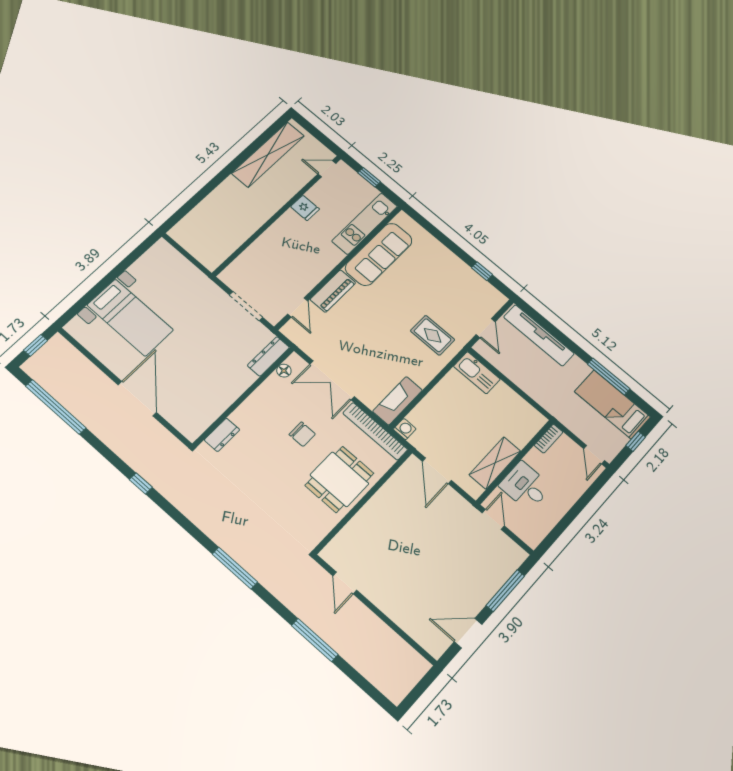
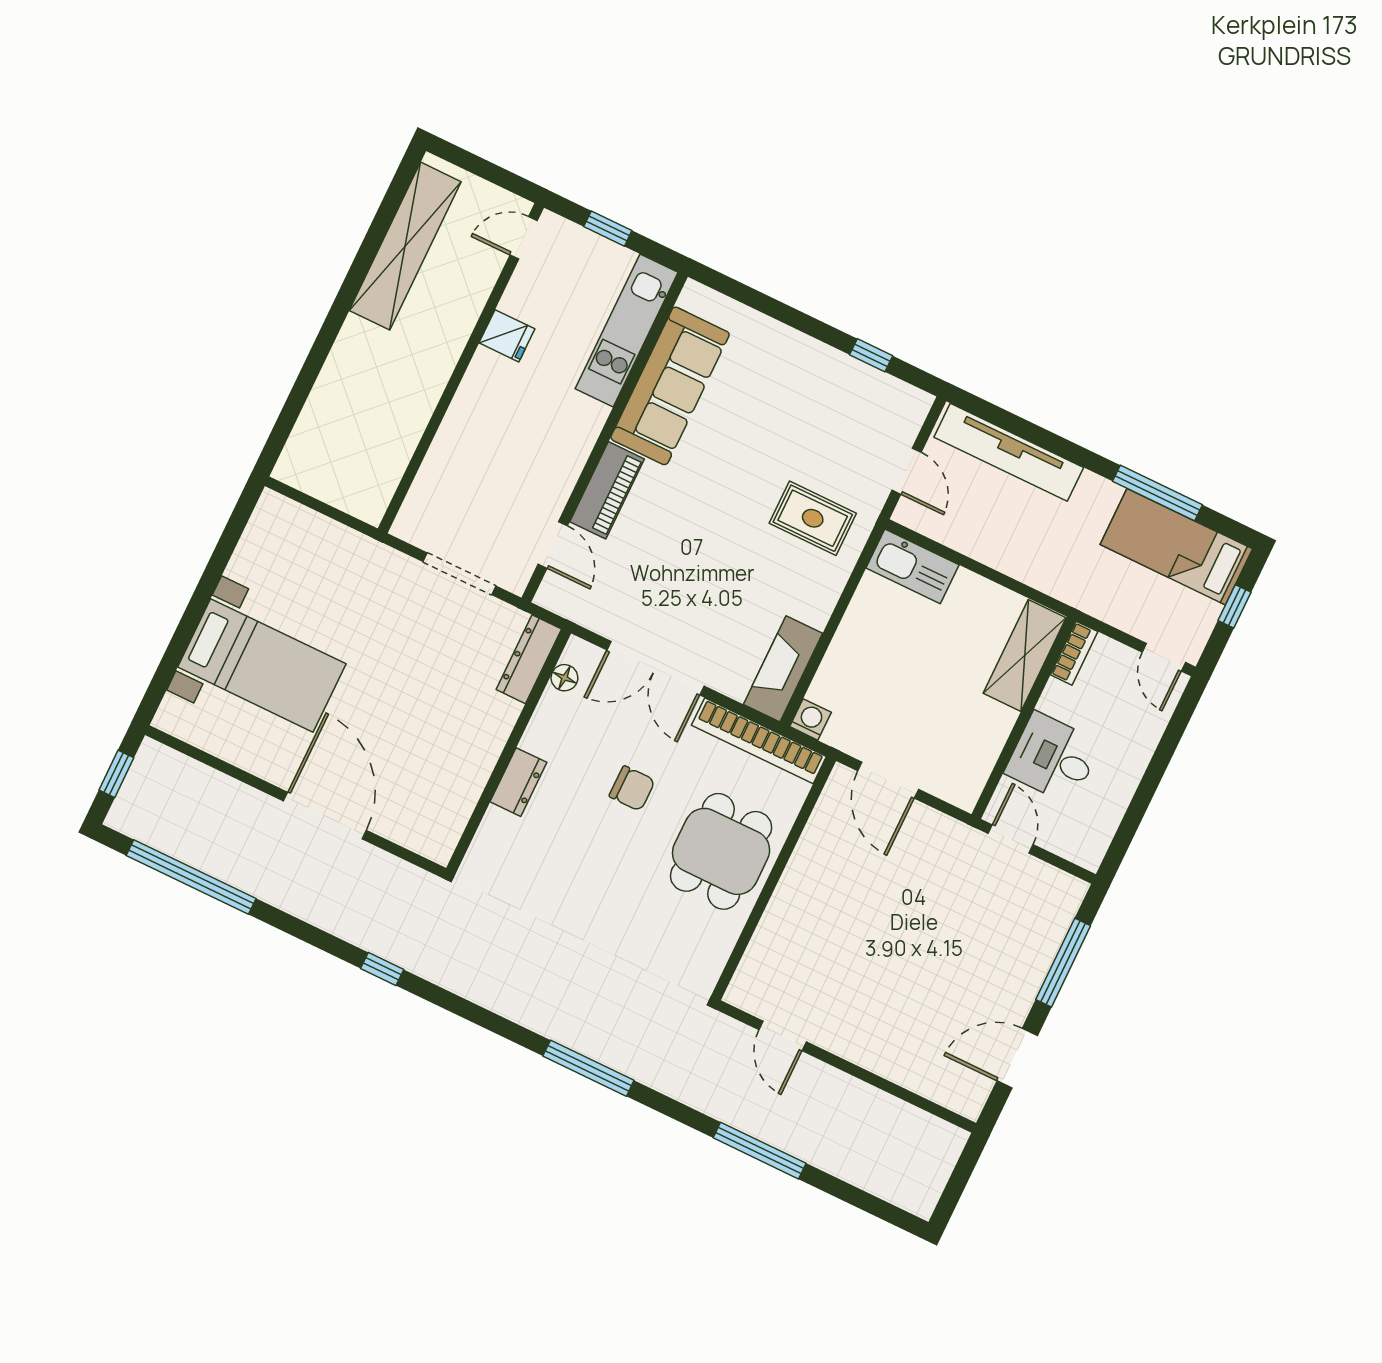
dresser: (222, 435) -> (518, 782), moved
shelving: (495, 463) -> (1025, 656), moved

